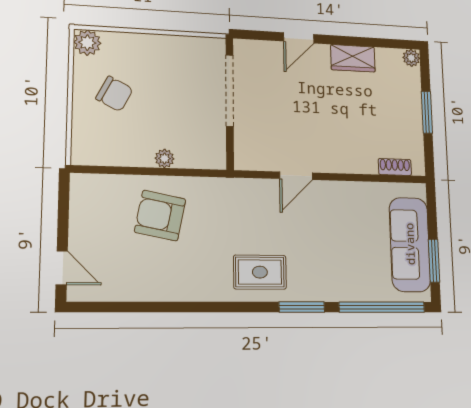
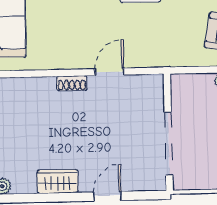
shoe rack: (395, 167) -> (72, 83), moved

